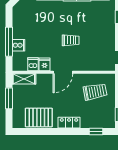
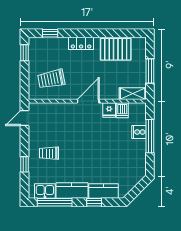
trolley: (71, 40) -> (49, 153), moved

